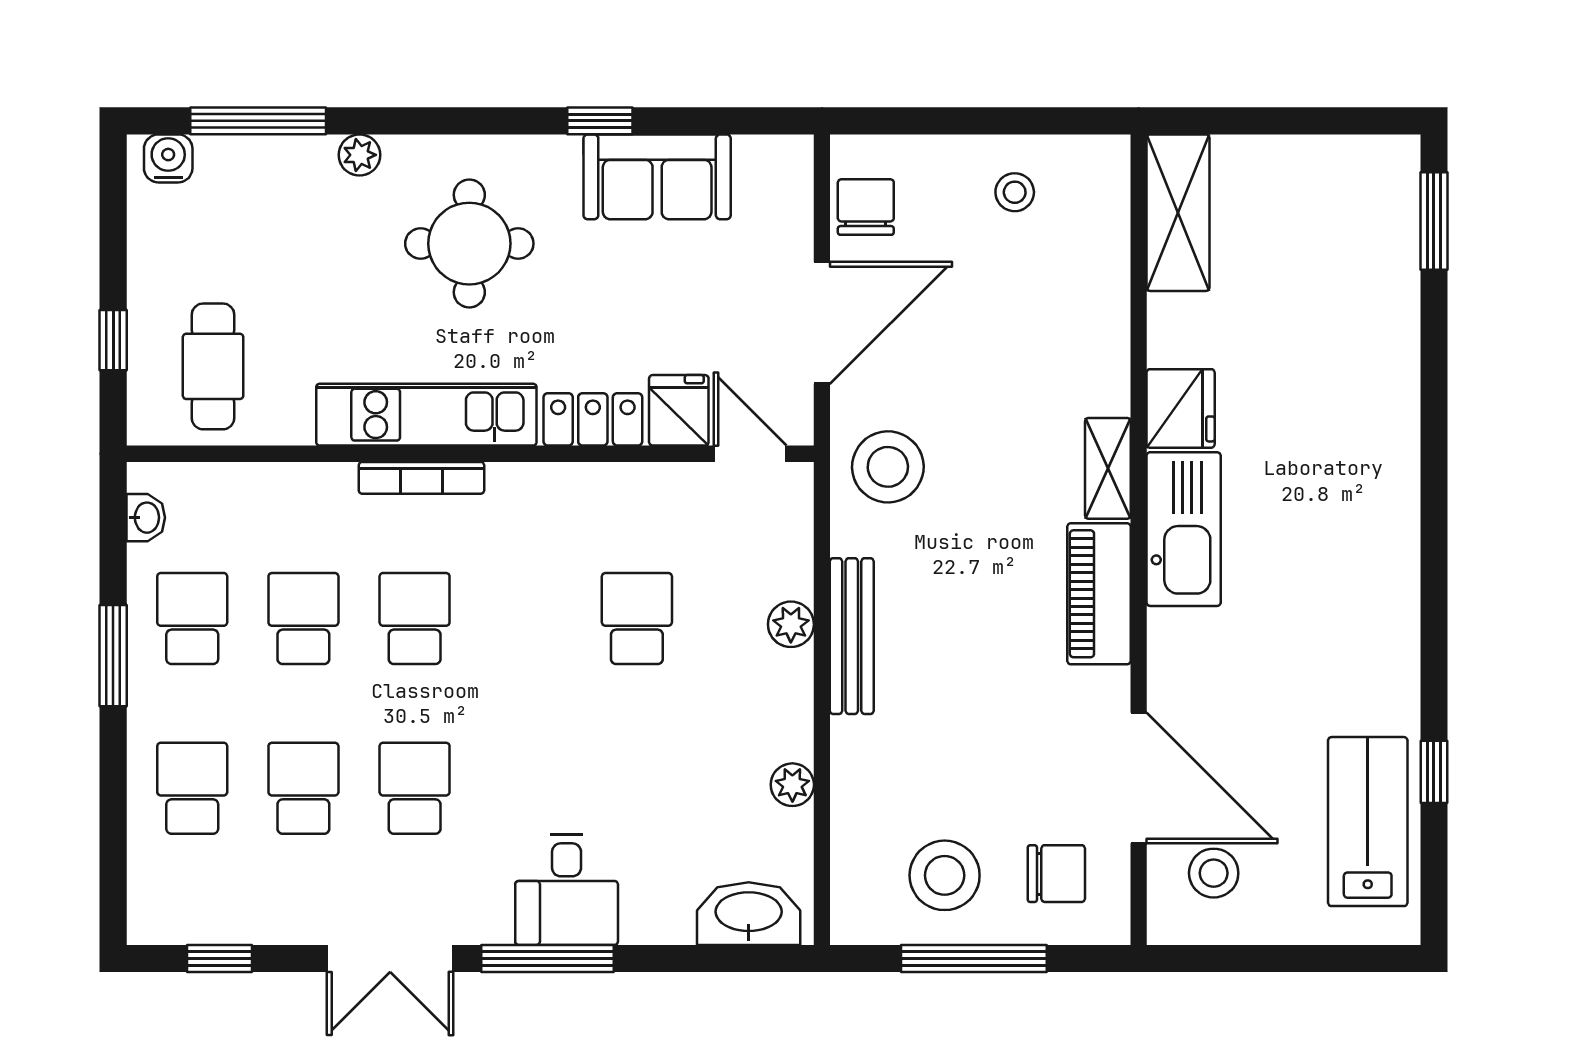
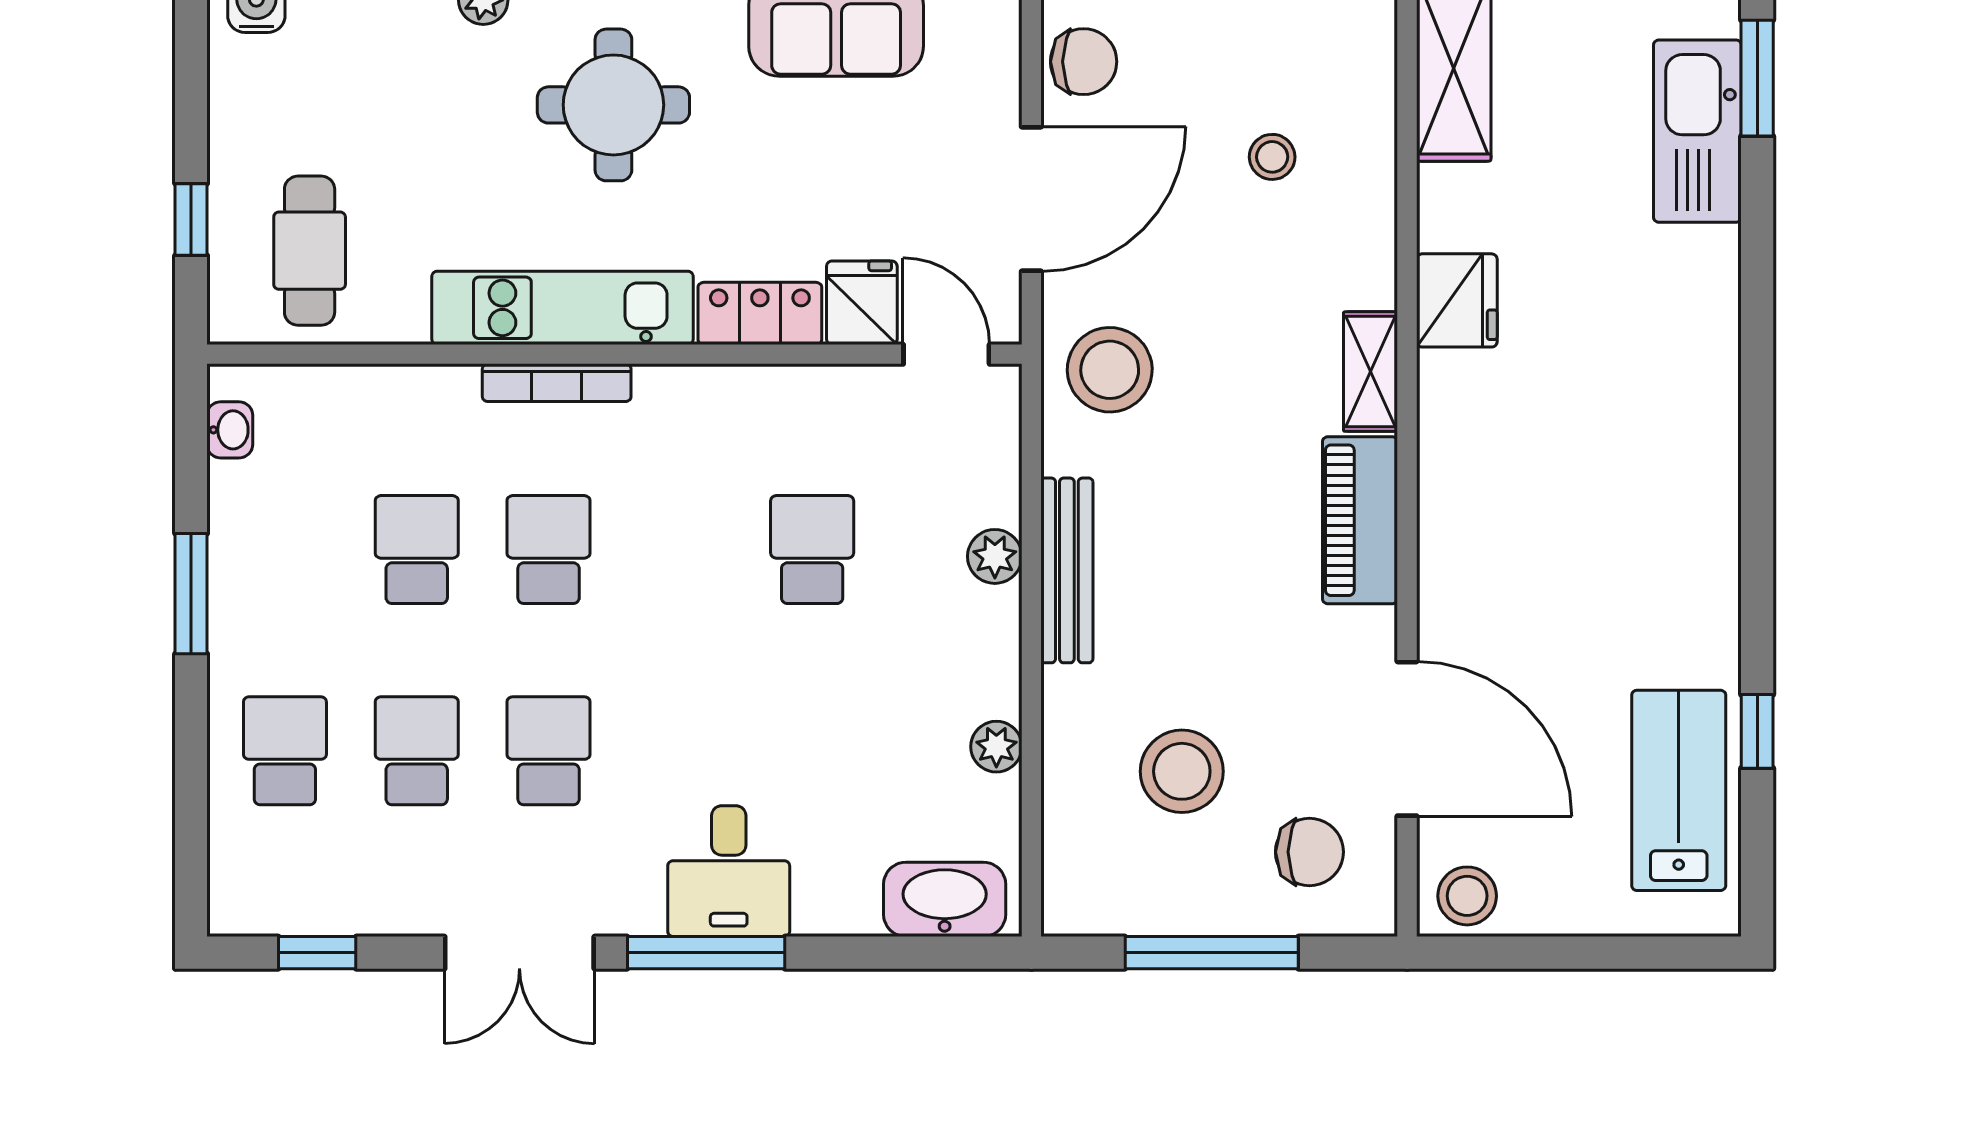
stool: (1015, 192) -> (1272, 157), moved
chair: (866, 207) -> (1084, 62), turned 90
kitchen sink: (1184, 529) -> (1697, 131), moved, turned 180
school desk: (192, 619) -> (285, 550), removed
stool: (1214, 873) -> (1467, 896), moved
stool: (945, 875) -> (1182, 771), moved

